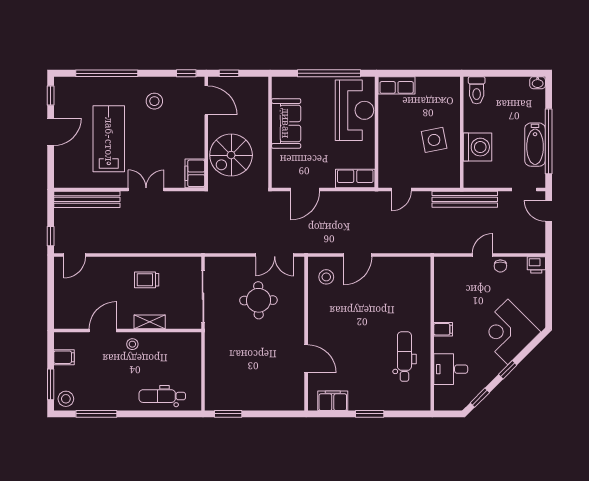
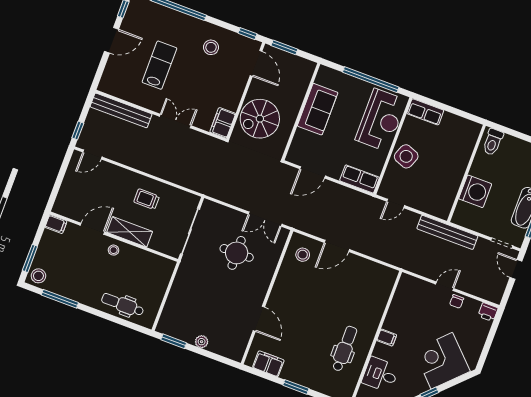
window: (229, 73) -> (284, 47), width x1.50
lab bench: (109, 139) -> (159, 65), width x0.73, depth x0.72
side table: (434, 140) -> (406, 156), moved, turned 33
shelving: (150, 322) -> (130, 232), width x1.50, depth x1.33
filing cabinet: (64, 357) -> (56, 224), moved
plant: (257, 404) -> (202, 342), added

